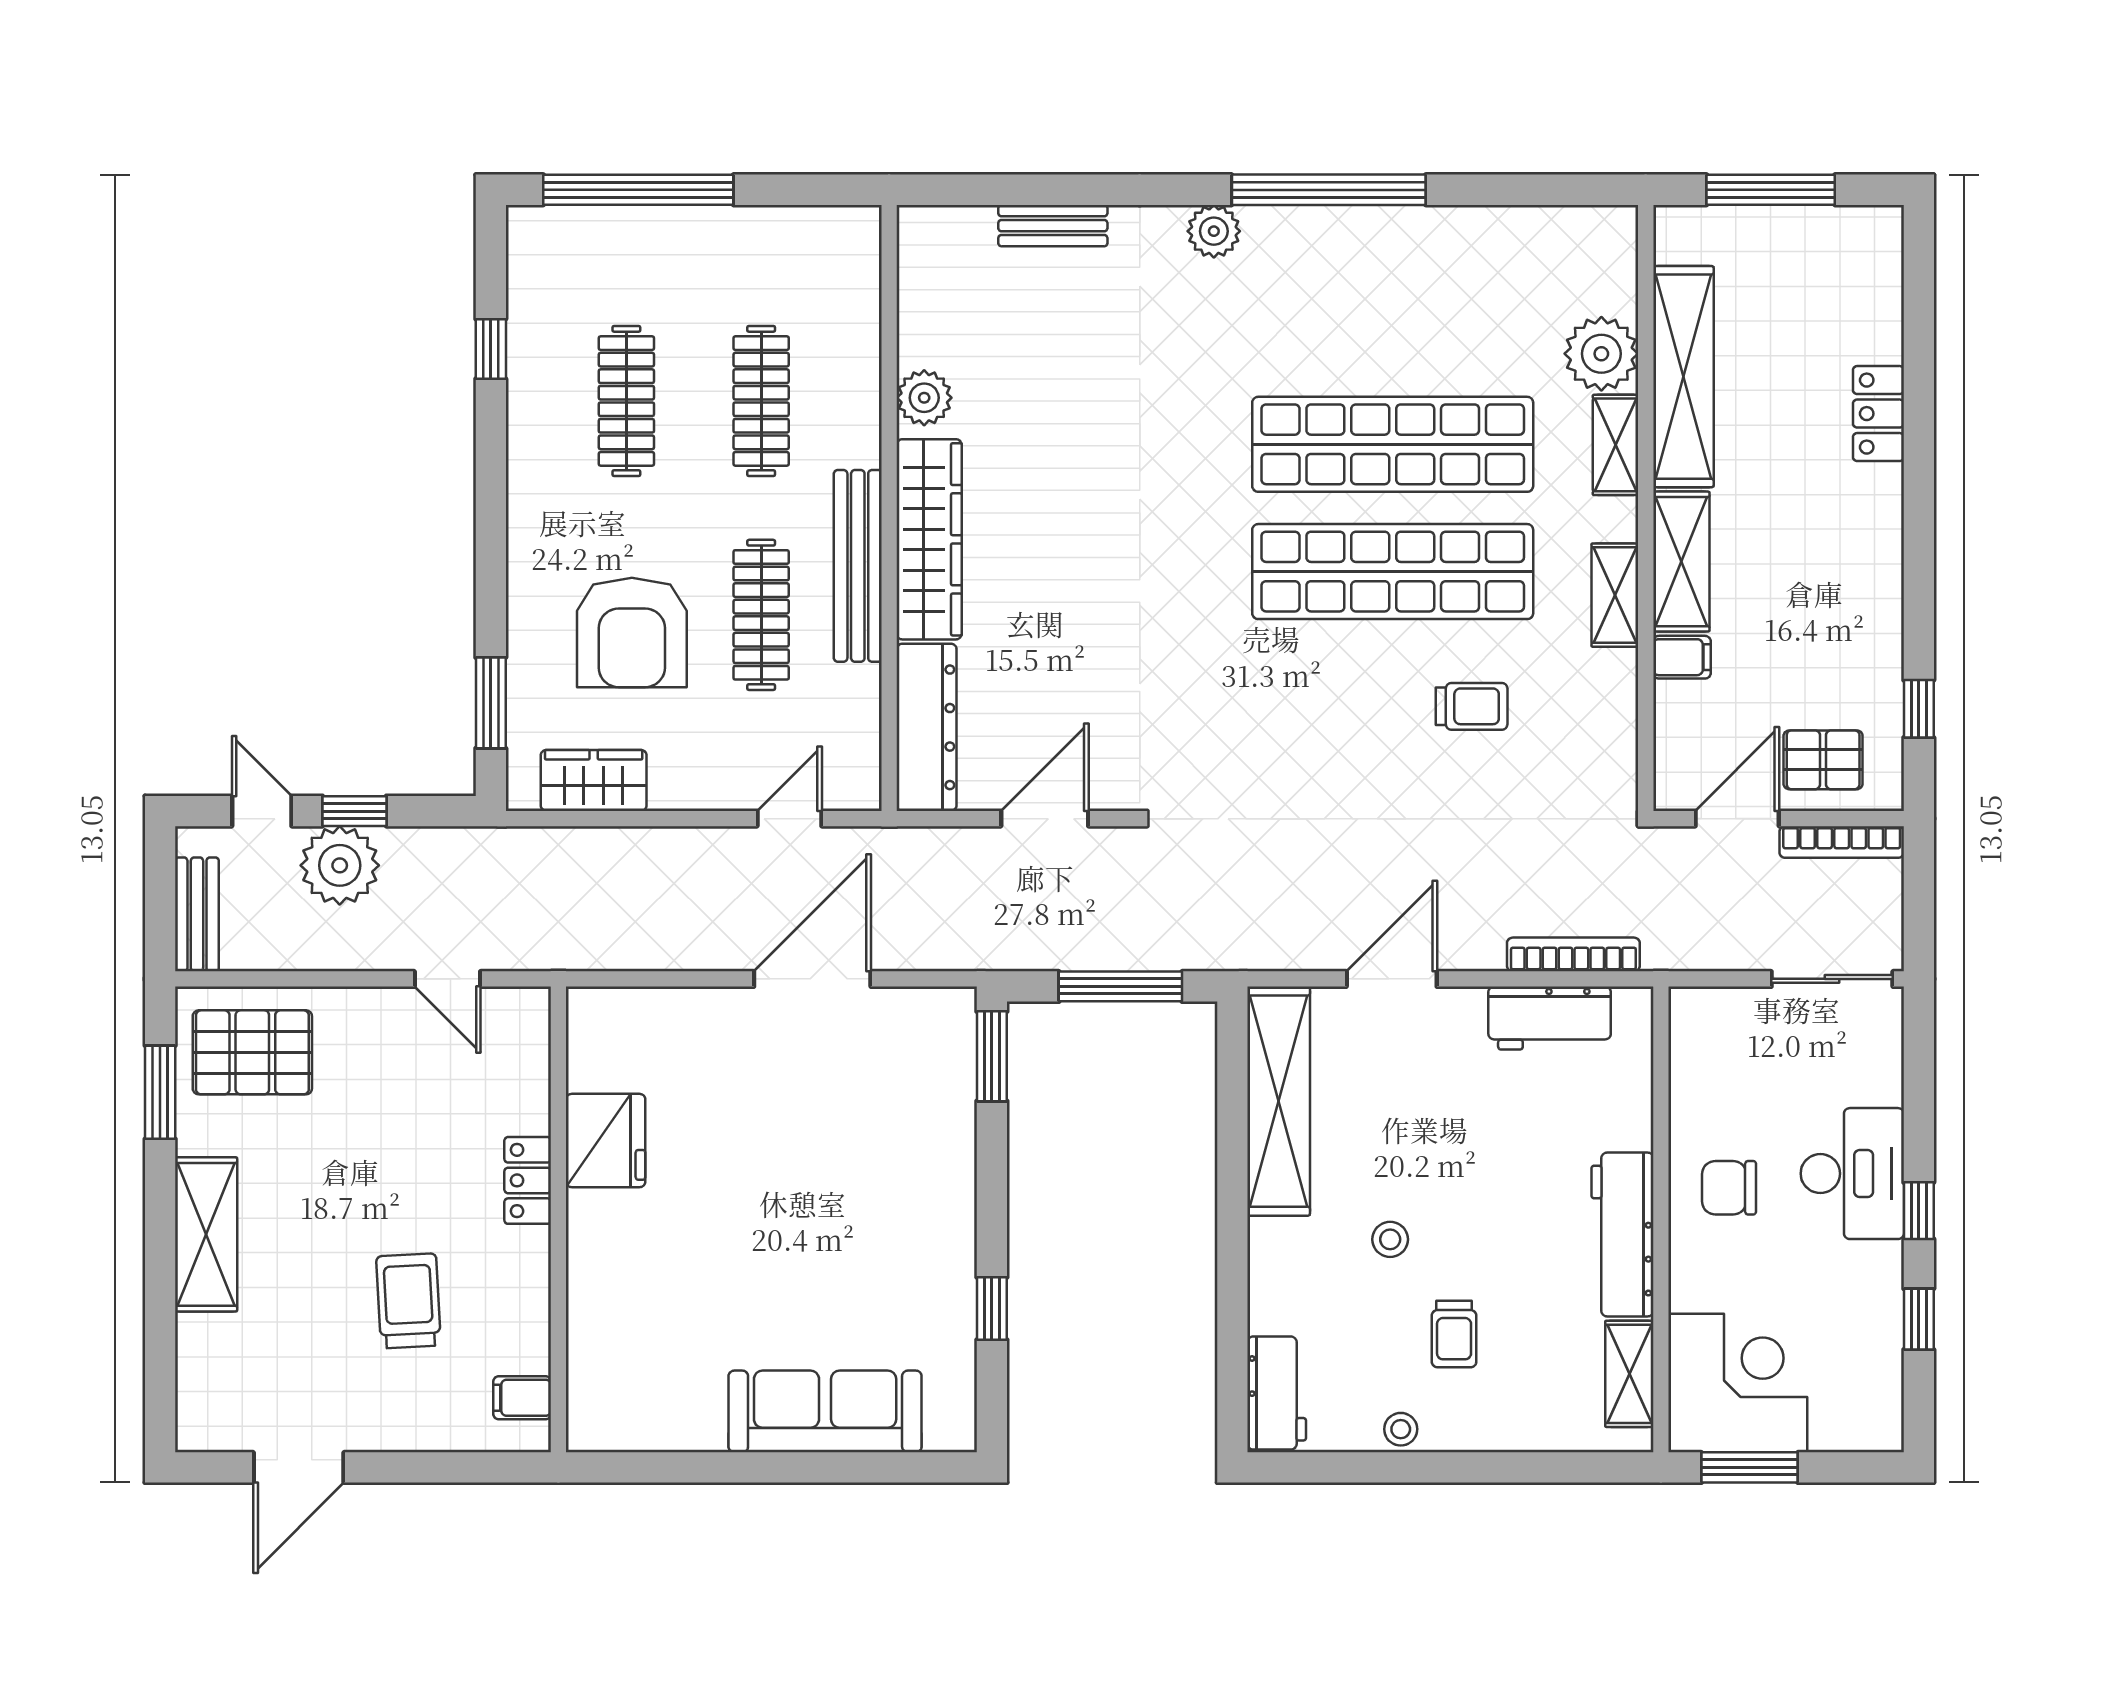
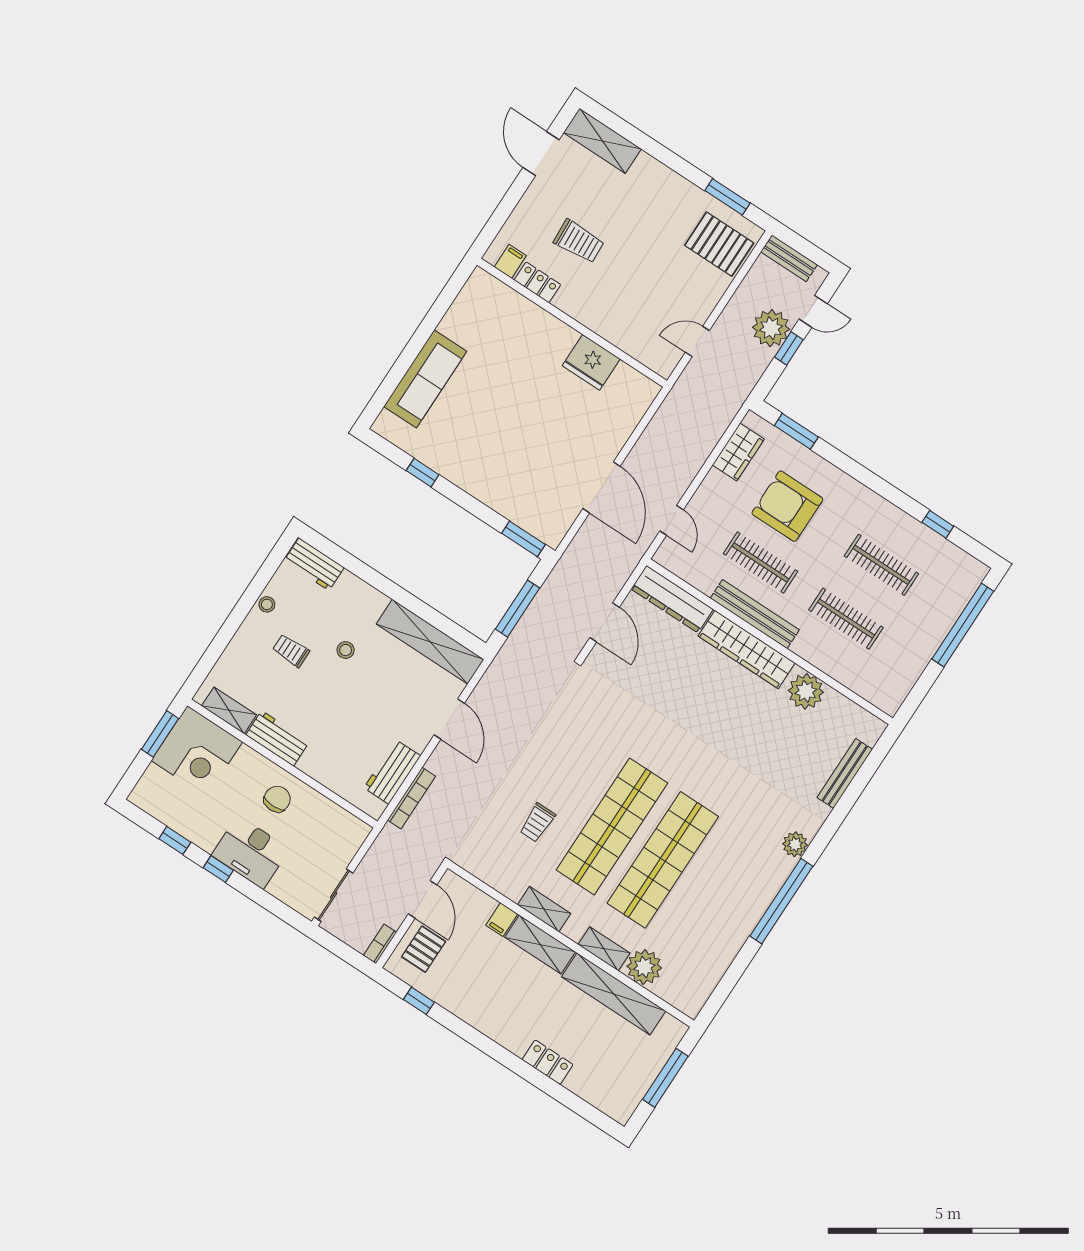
bench: (1053, 226) -> (845, 773), width x1.36
plant: (924, 398) -> (806, 691), width x1.36, depth x1.36
bookcase: (1842, 842) -> (380, 944), width x0.64
pallet: (252, 1052) -> (719, 244), turned 90
locker: (528, 1180) -> (537, 282), moved
shelving: (206, 1234) -> (602, 141), moved
workbench: (1622, 1234) -> (278, 738), width x0.73

